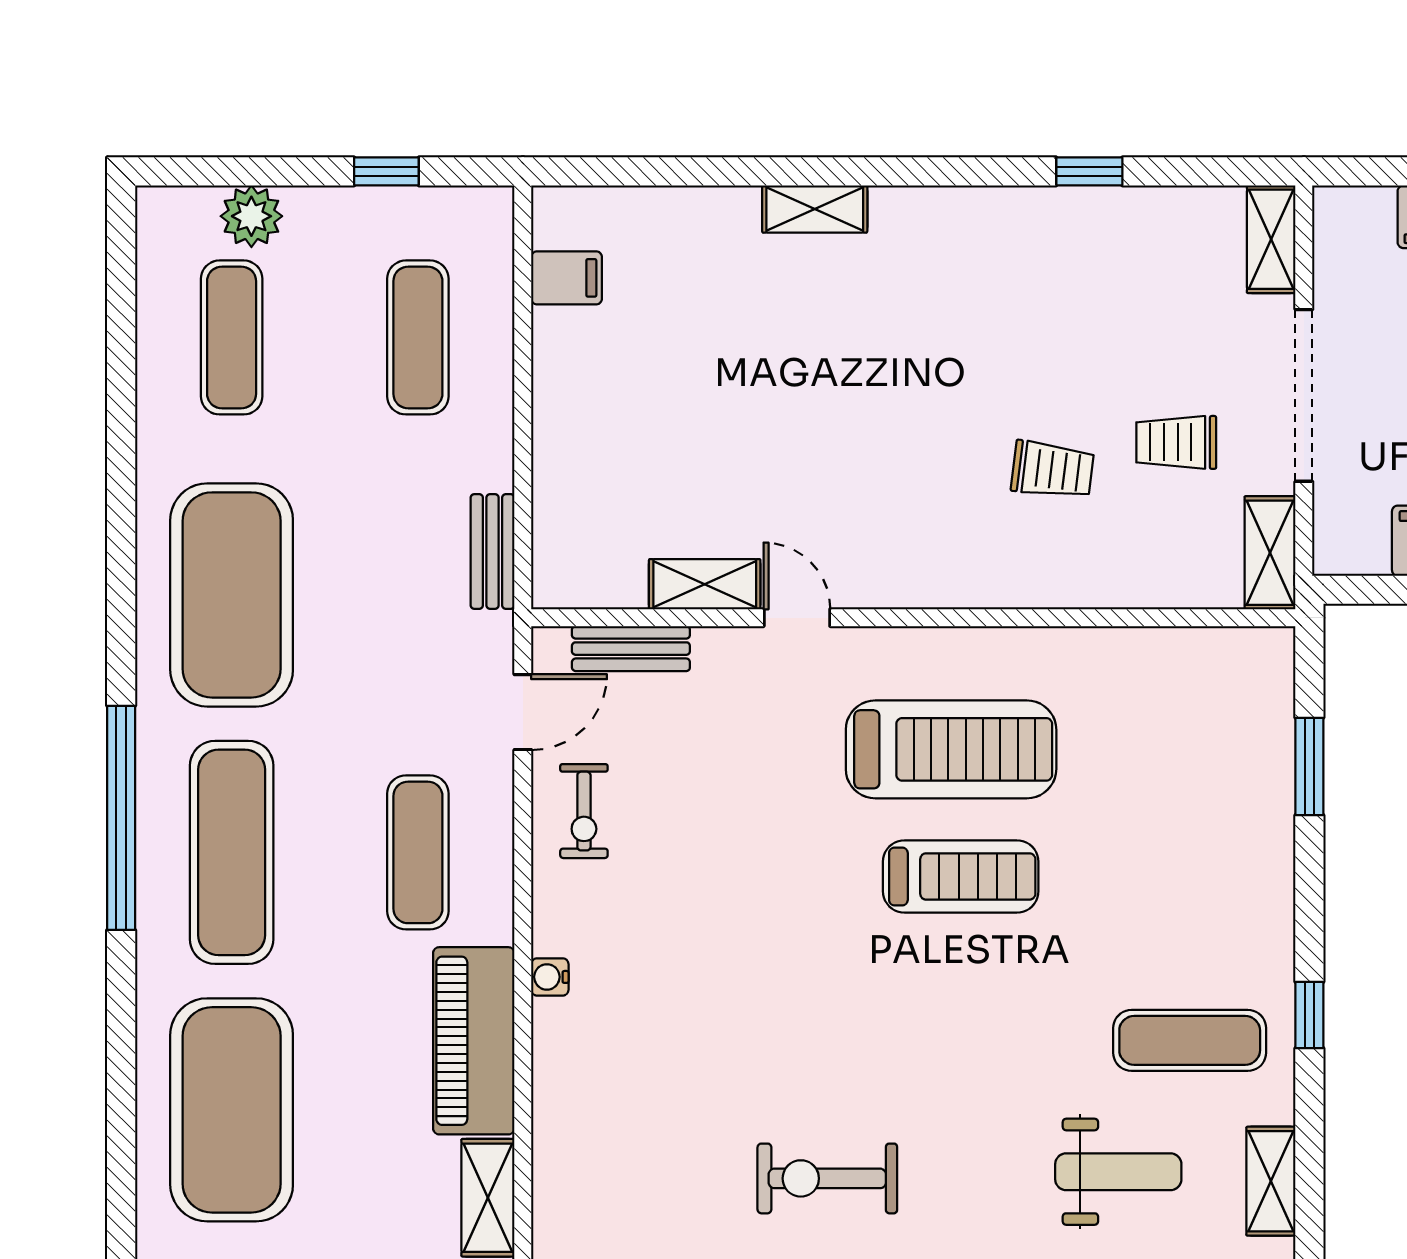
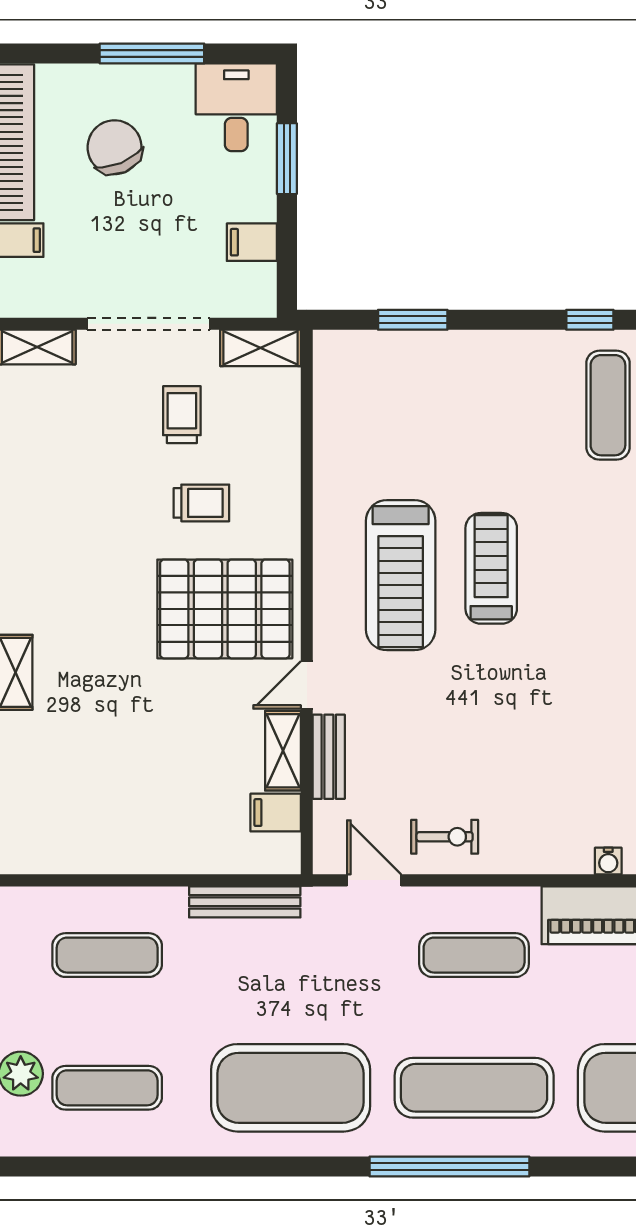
filing cabinet: (567, 278) -> (276, 813), moved, turned -90
trolley: (1176, 442) -> (182, 415), turned 180
trolley: (1052, 470) -> (201, 503), turned 83
pallet: (904, 503) -> (225, 609), added
bench: (493, 551) -> (245, 902), width x1.36
bench: (631, 649) -> (329, 757), moved
treadmill: (951, 749) -> (401, 575), turned 180
water cooler: (550, 977) -> (608, 861), moved

